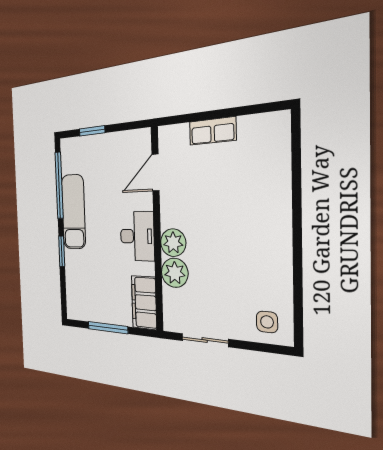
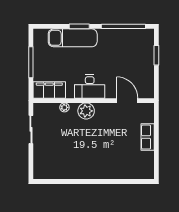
exam couch: (73, 212) -> (73, 38), moved
plant: (175, 273) -> (64, 107), width x0.53, depth x0.53
side table: (267, 322) -> (45, 165), removed

